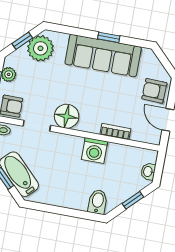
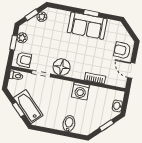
plant: (41, 48) -> (42, 17), width x0.53, depth x0.53
sofa: (103, 56) -> (87, 26), width x0.73
bidet: (98, 202) -> (69, 124), moved

